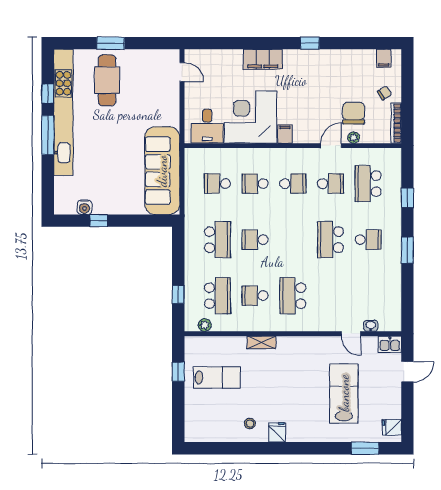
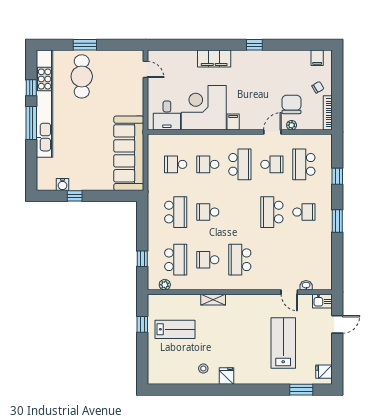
school desk: (293, 184) -> (240, 164), width x1.85

